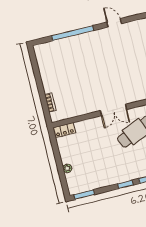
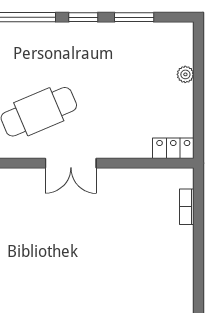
double door: (114, 110) -> (71, 163), swing flipped
window: (84, 195) -> (134, 17), moved

